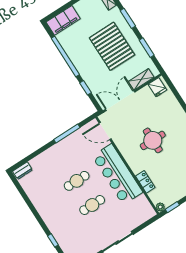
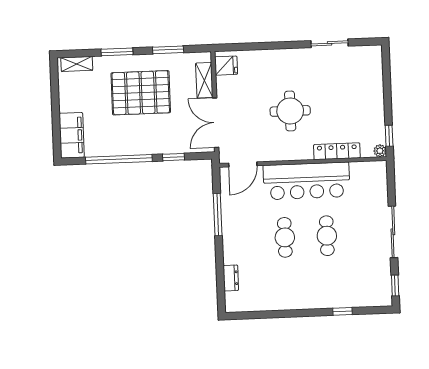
dresser: (22, 171) -> (231, 278), moved
locker: (145, 182) -> (337, 151), width x1.53

